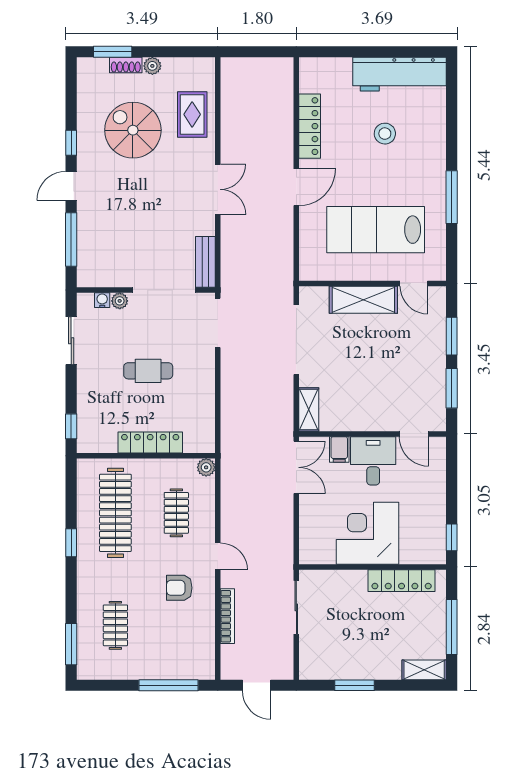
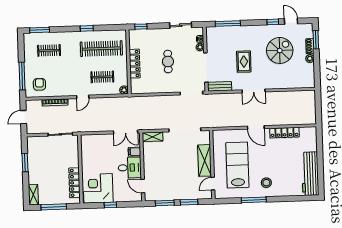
rug: (192, 114) -> (244, 62), moved, turned 90
stool: (385, 134) -> (266, 183), moved
door: (71, 186) -> (291, 21), moved
door: (414, 434) -> (143, 186), hinge flipped
corner desk: (368, 533) -> (98, 188), moved, turned -90
window: (452, 537) -> (110, 205), moved
armchair: (179, 588) -> (39, 84), moved

